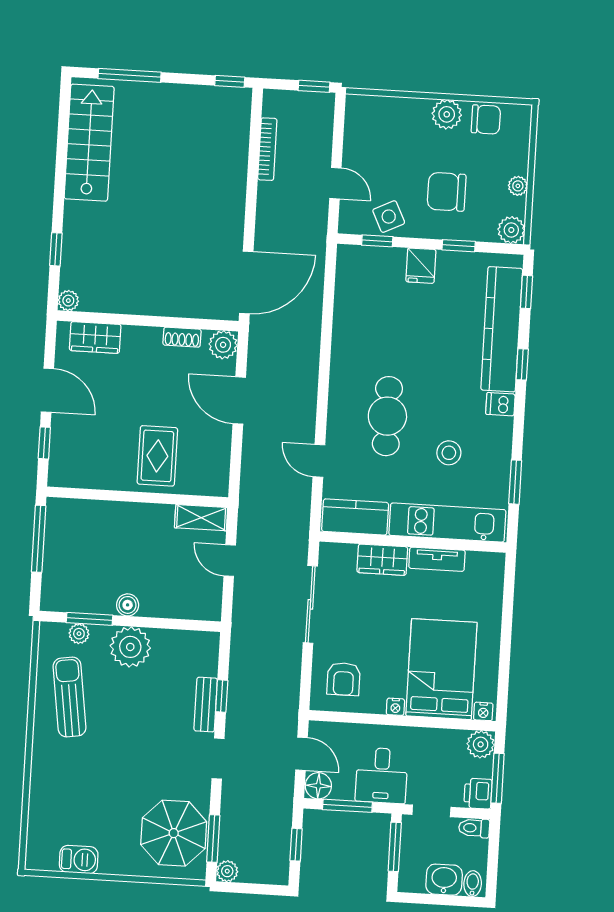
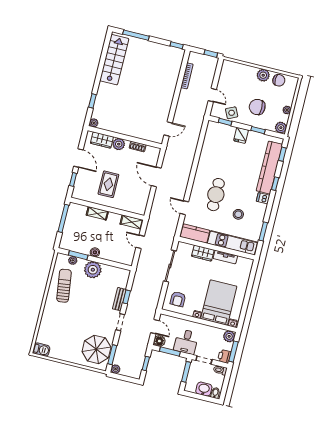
door: (246, 282) -> (168, 129), width x0.53
plant: (223, 345) -> (119, 144), moved
rug: (157, 456) -> (108, 184), moved
shelving: (116, 512) -> (97, 213), added
barbecue: (79, 860) -> (41, 350), moved

